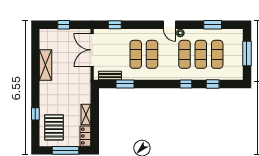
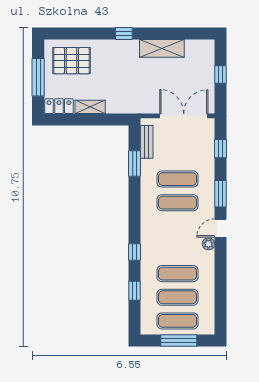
window: (213, 25) -> (221, 194), moved
exercise mat: (185, 54) -> (178, 321), moved
window: (35, 114) -> (124, 34), moved

